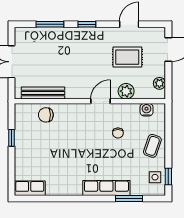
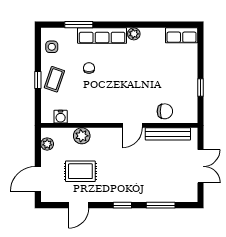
door: (101, 101) -> (132, 125), moved
chair: (118, 133) -> (89, 68), moved
window: (168, 177) -> (38, 80), moved
plant: (76, 190) -> (134, 34), added

